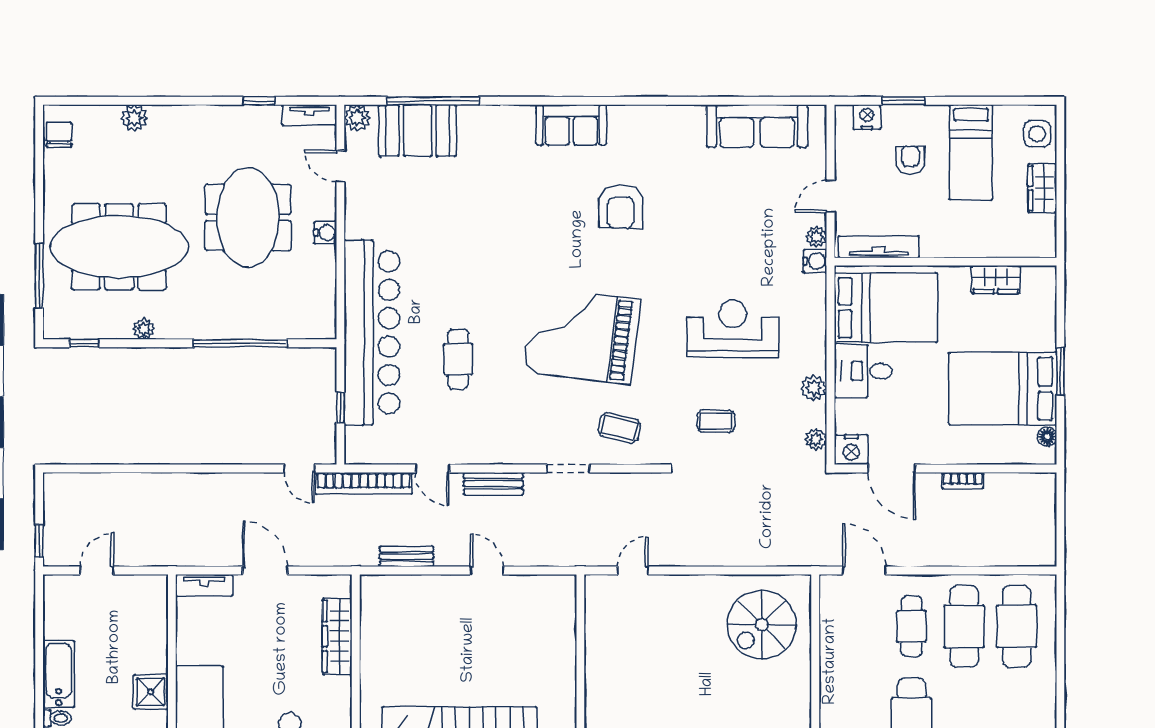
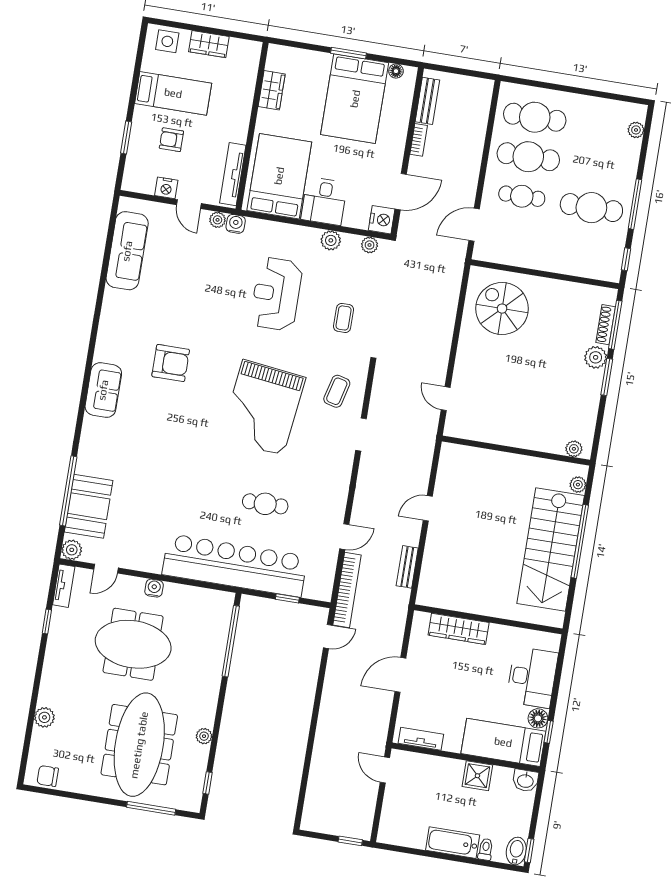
nightstand: (867, 117) -> (166, 188), moved, turned -90
window: (240, 343) -> (231, 641), moved
bench: (493, 484) -> (427, 101), moved
door: (97, 571) -> (385, 770), moved
tv unit: (204, 585) -> (421, 739), moved, turned -90
spiral stairs: (762, 625) -> (502, 309), turned 180

